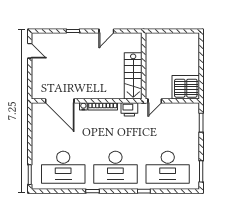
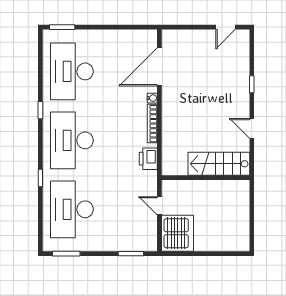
stairs: (133, 76) -> (219, 164), moved
door: (155, 101) -> (159, 206), moved

